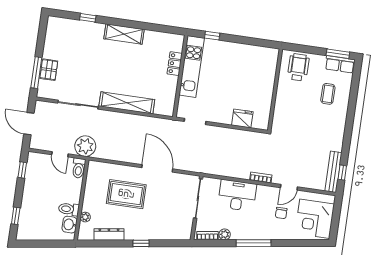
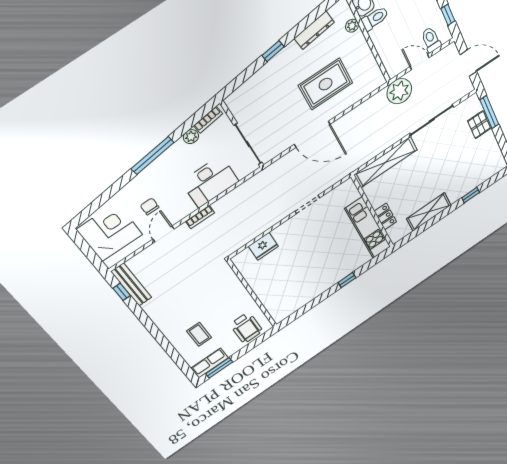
locker: (175, 64) -> (385, 217), moved
kitchen unit: (192, 66) -> (368, 228), moved
wall: (180, 76) -> (372, 212), moved
toilet: (79, 168) -> (431, 40), moved

